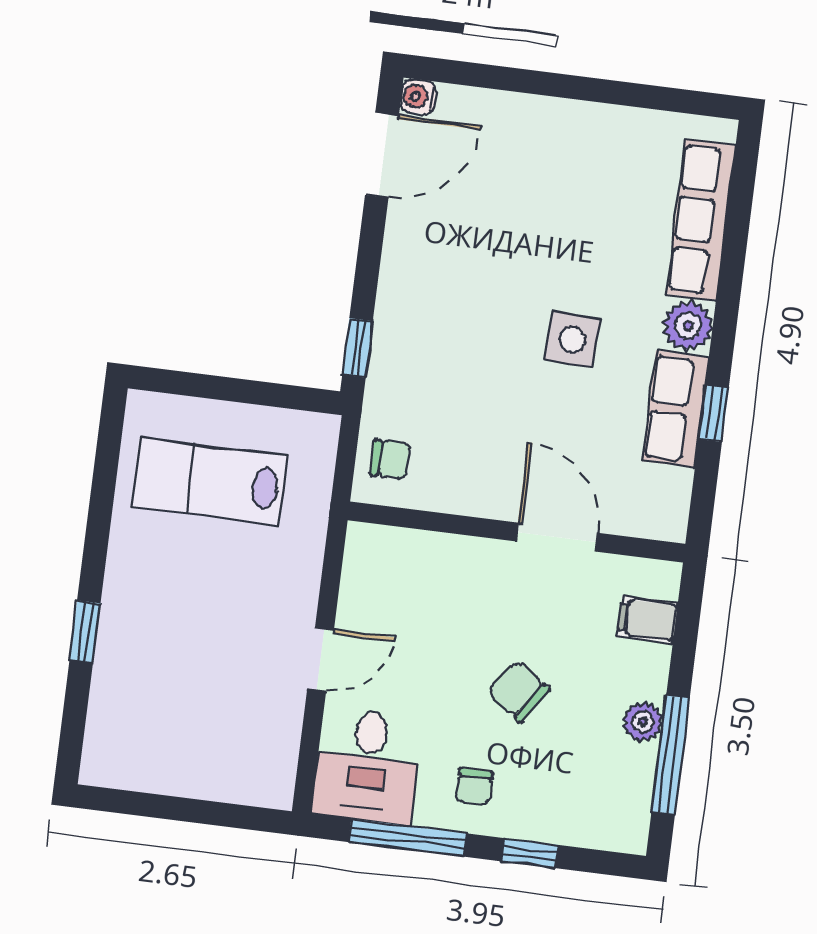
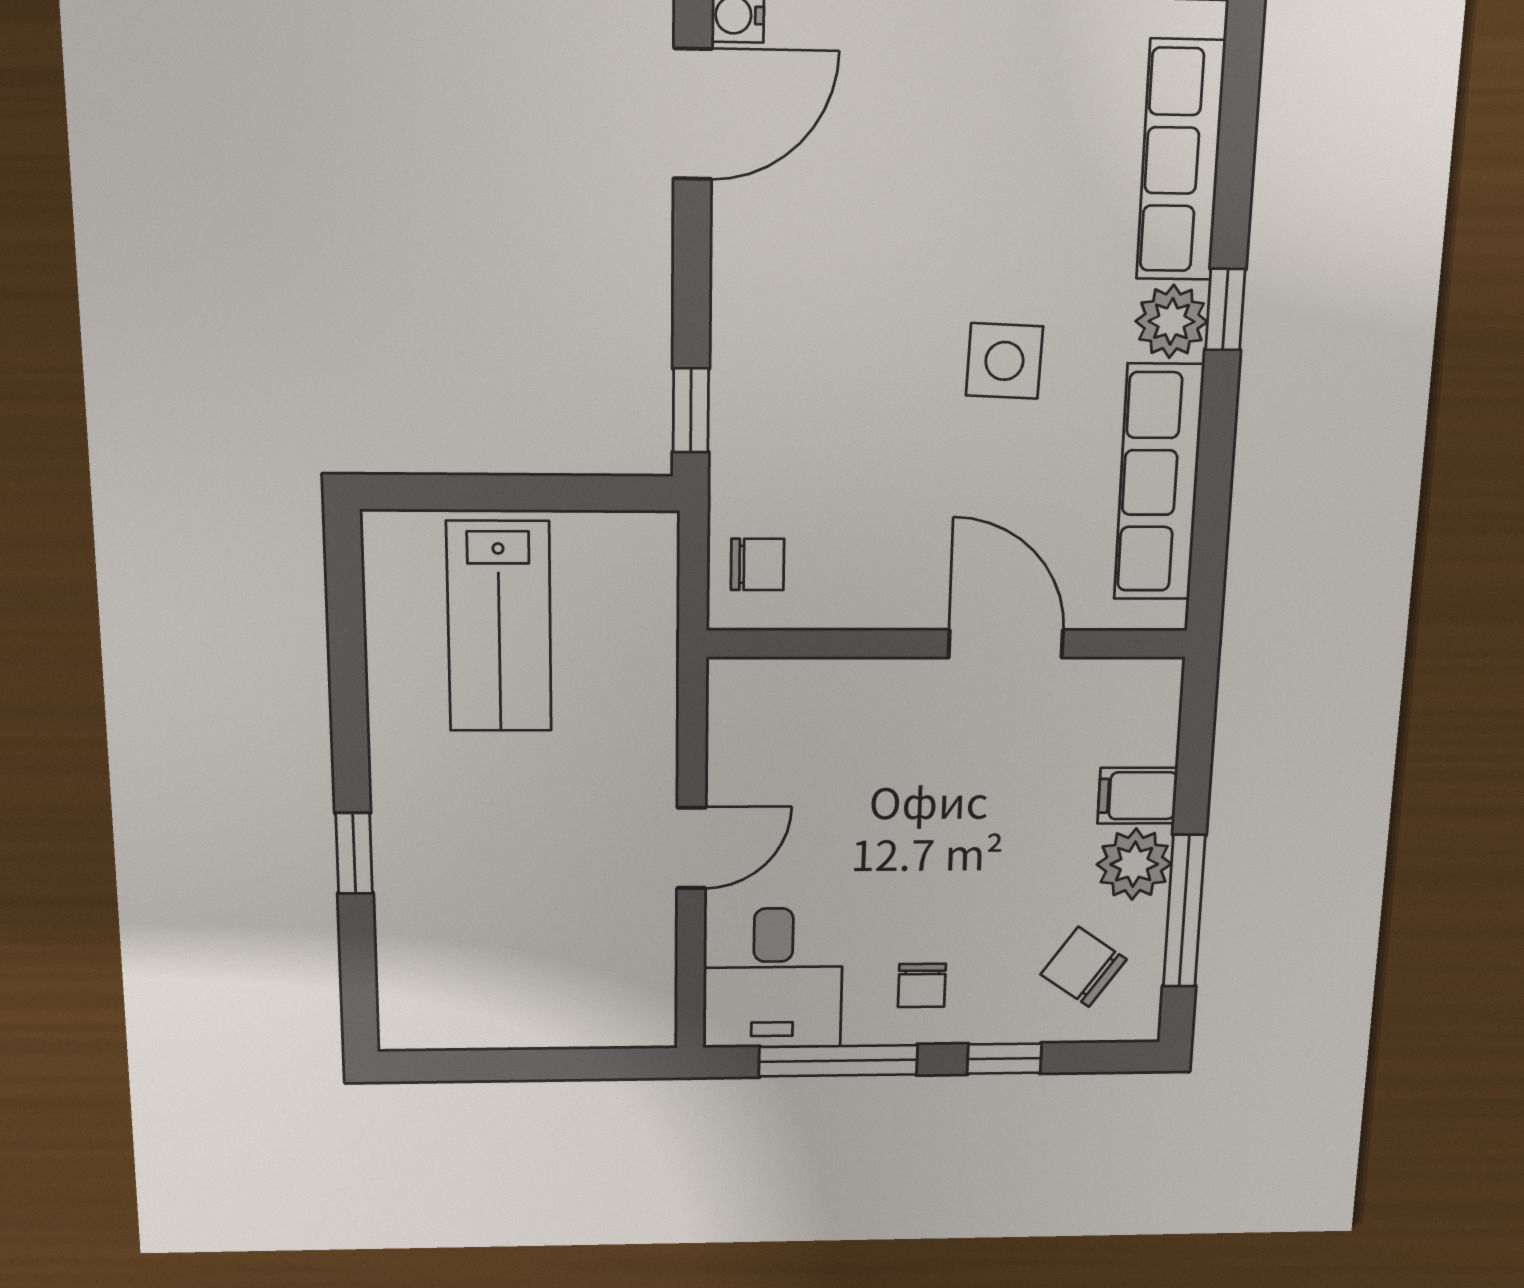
row of seats: (676, 409) -> (1159, 483), width x1.48
window: (714, 413) -> (1225, 309), moved
lab bench: (209, 481) -> (499, 627), turned -90
filing cabinet: (648, 620) -> (1138, 796), moved
chair: (519, 691) -> (1084, 967), moved
plant: (643, 722) -> (1134, 864), width x1.38, depth x1.38

